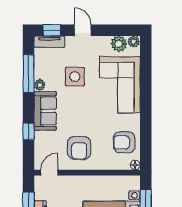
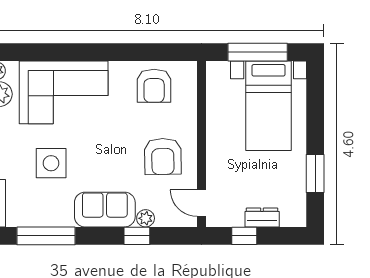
plant: (40, 85) -> (146, 218), moved
armchair: (79, 148) -> (163, 156), turned 89
floor lamp: (135, 165) -> (189, 69), removed

